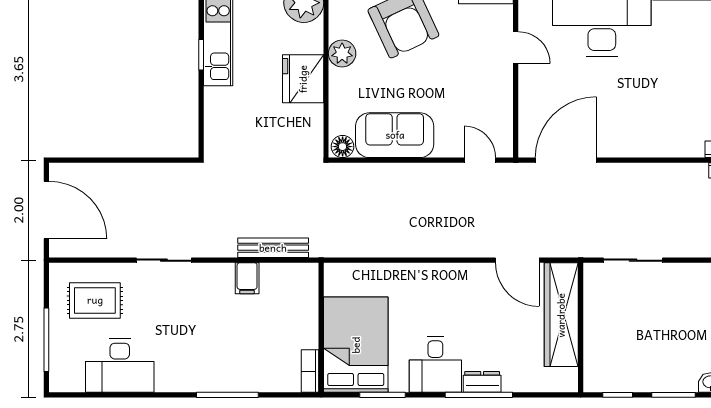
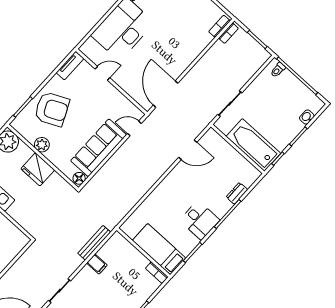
sofa: (395, 135) -> (99, 148), width x1.36
wardrobe: (561, 315) -> (225, 152), removed
bathtub: (606, 344) -> (253, 145), added
bed: (356, 345) -> (159, 249), width x0.67
dresser: (482, 382) -> (237, 193), moved

